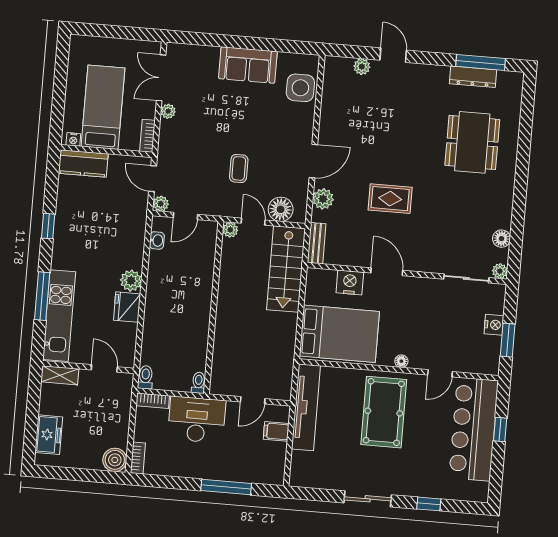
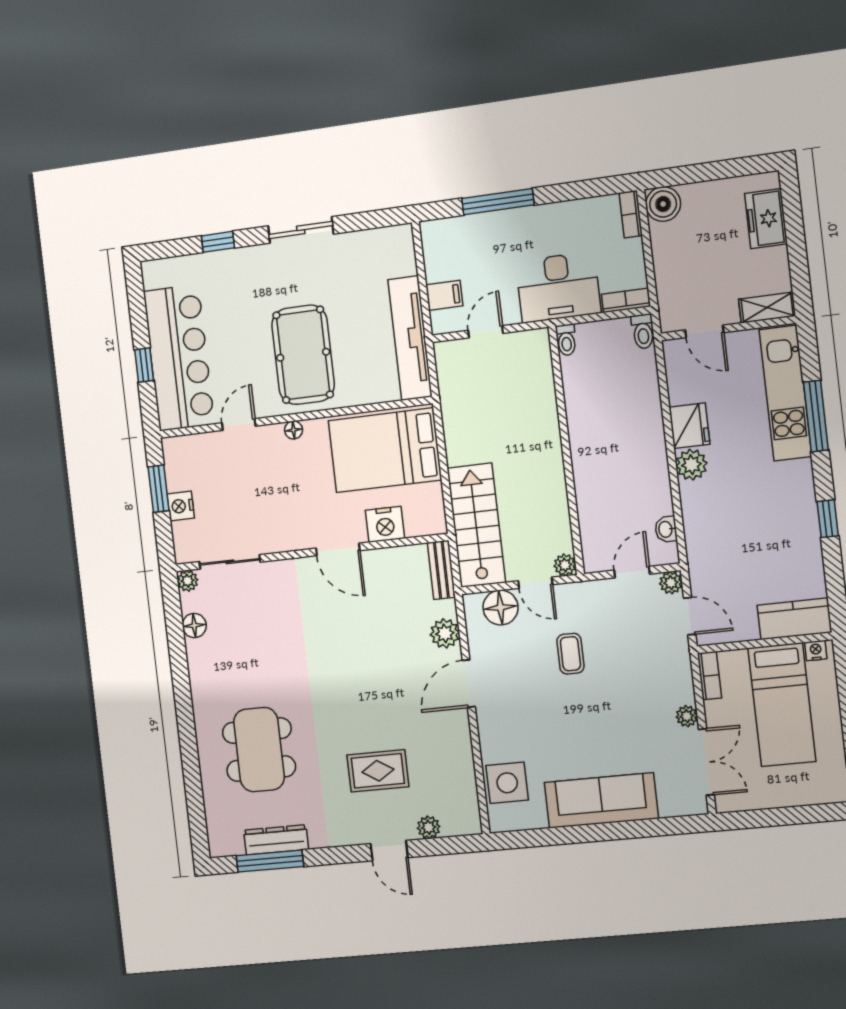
sofa: (248, 65) -> (601, 800), width x1.36
rug: (390, 199) -> (378, 771), moved

